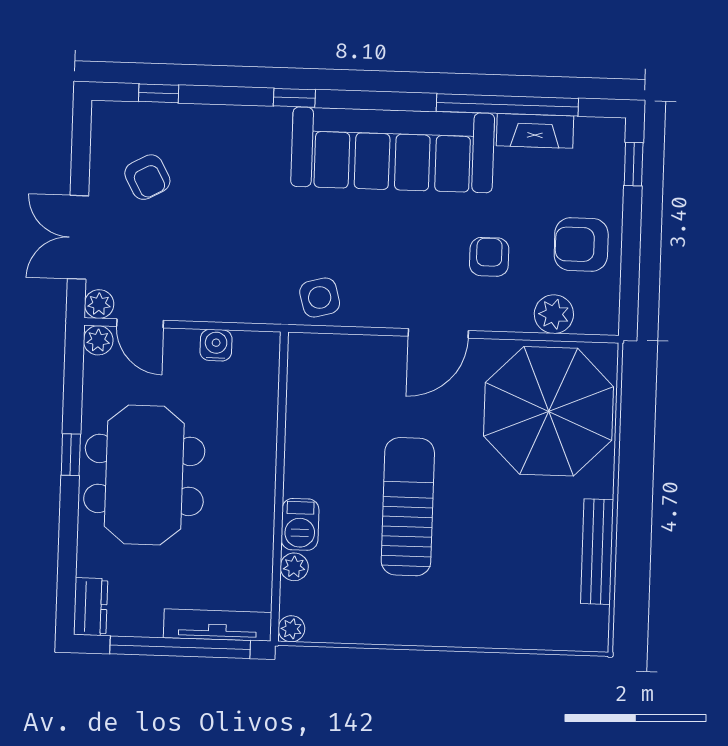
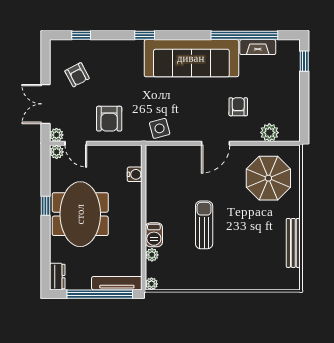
armchair: (581, 244) -> (109, 119), moved, turned -90
water cooler: (216, 345) -> (135, 174), moved, turned 90
parasol: (549, 411) -> (268, 178), width x0.73, depth x0.73
sun lounger: (408, 507) -> (204, 225), width x0.73, depth x0.75

